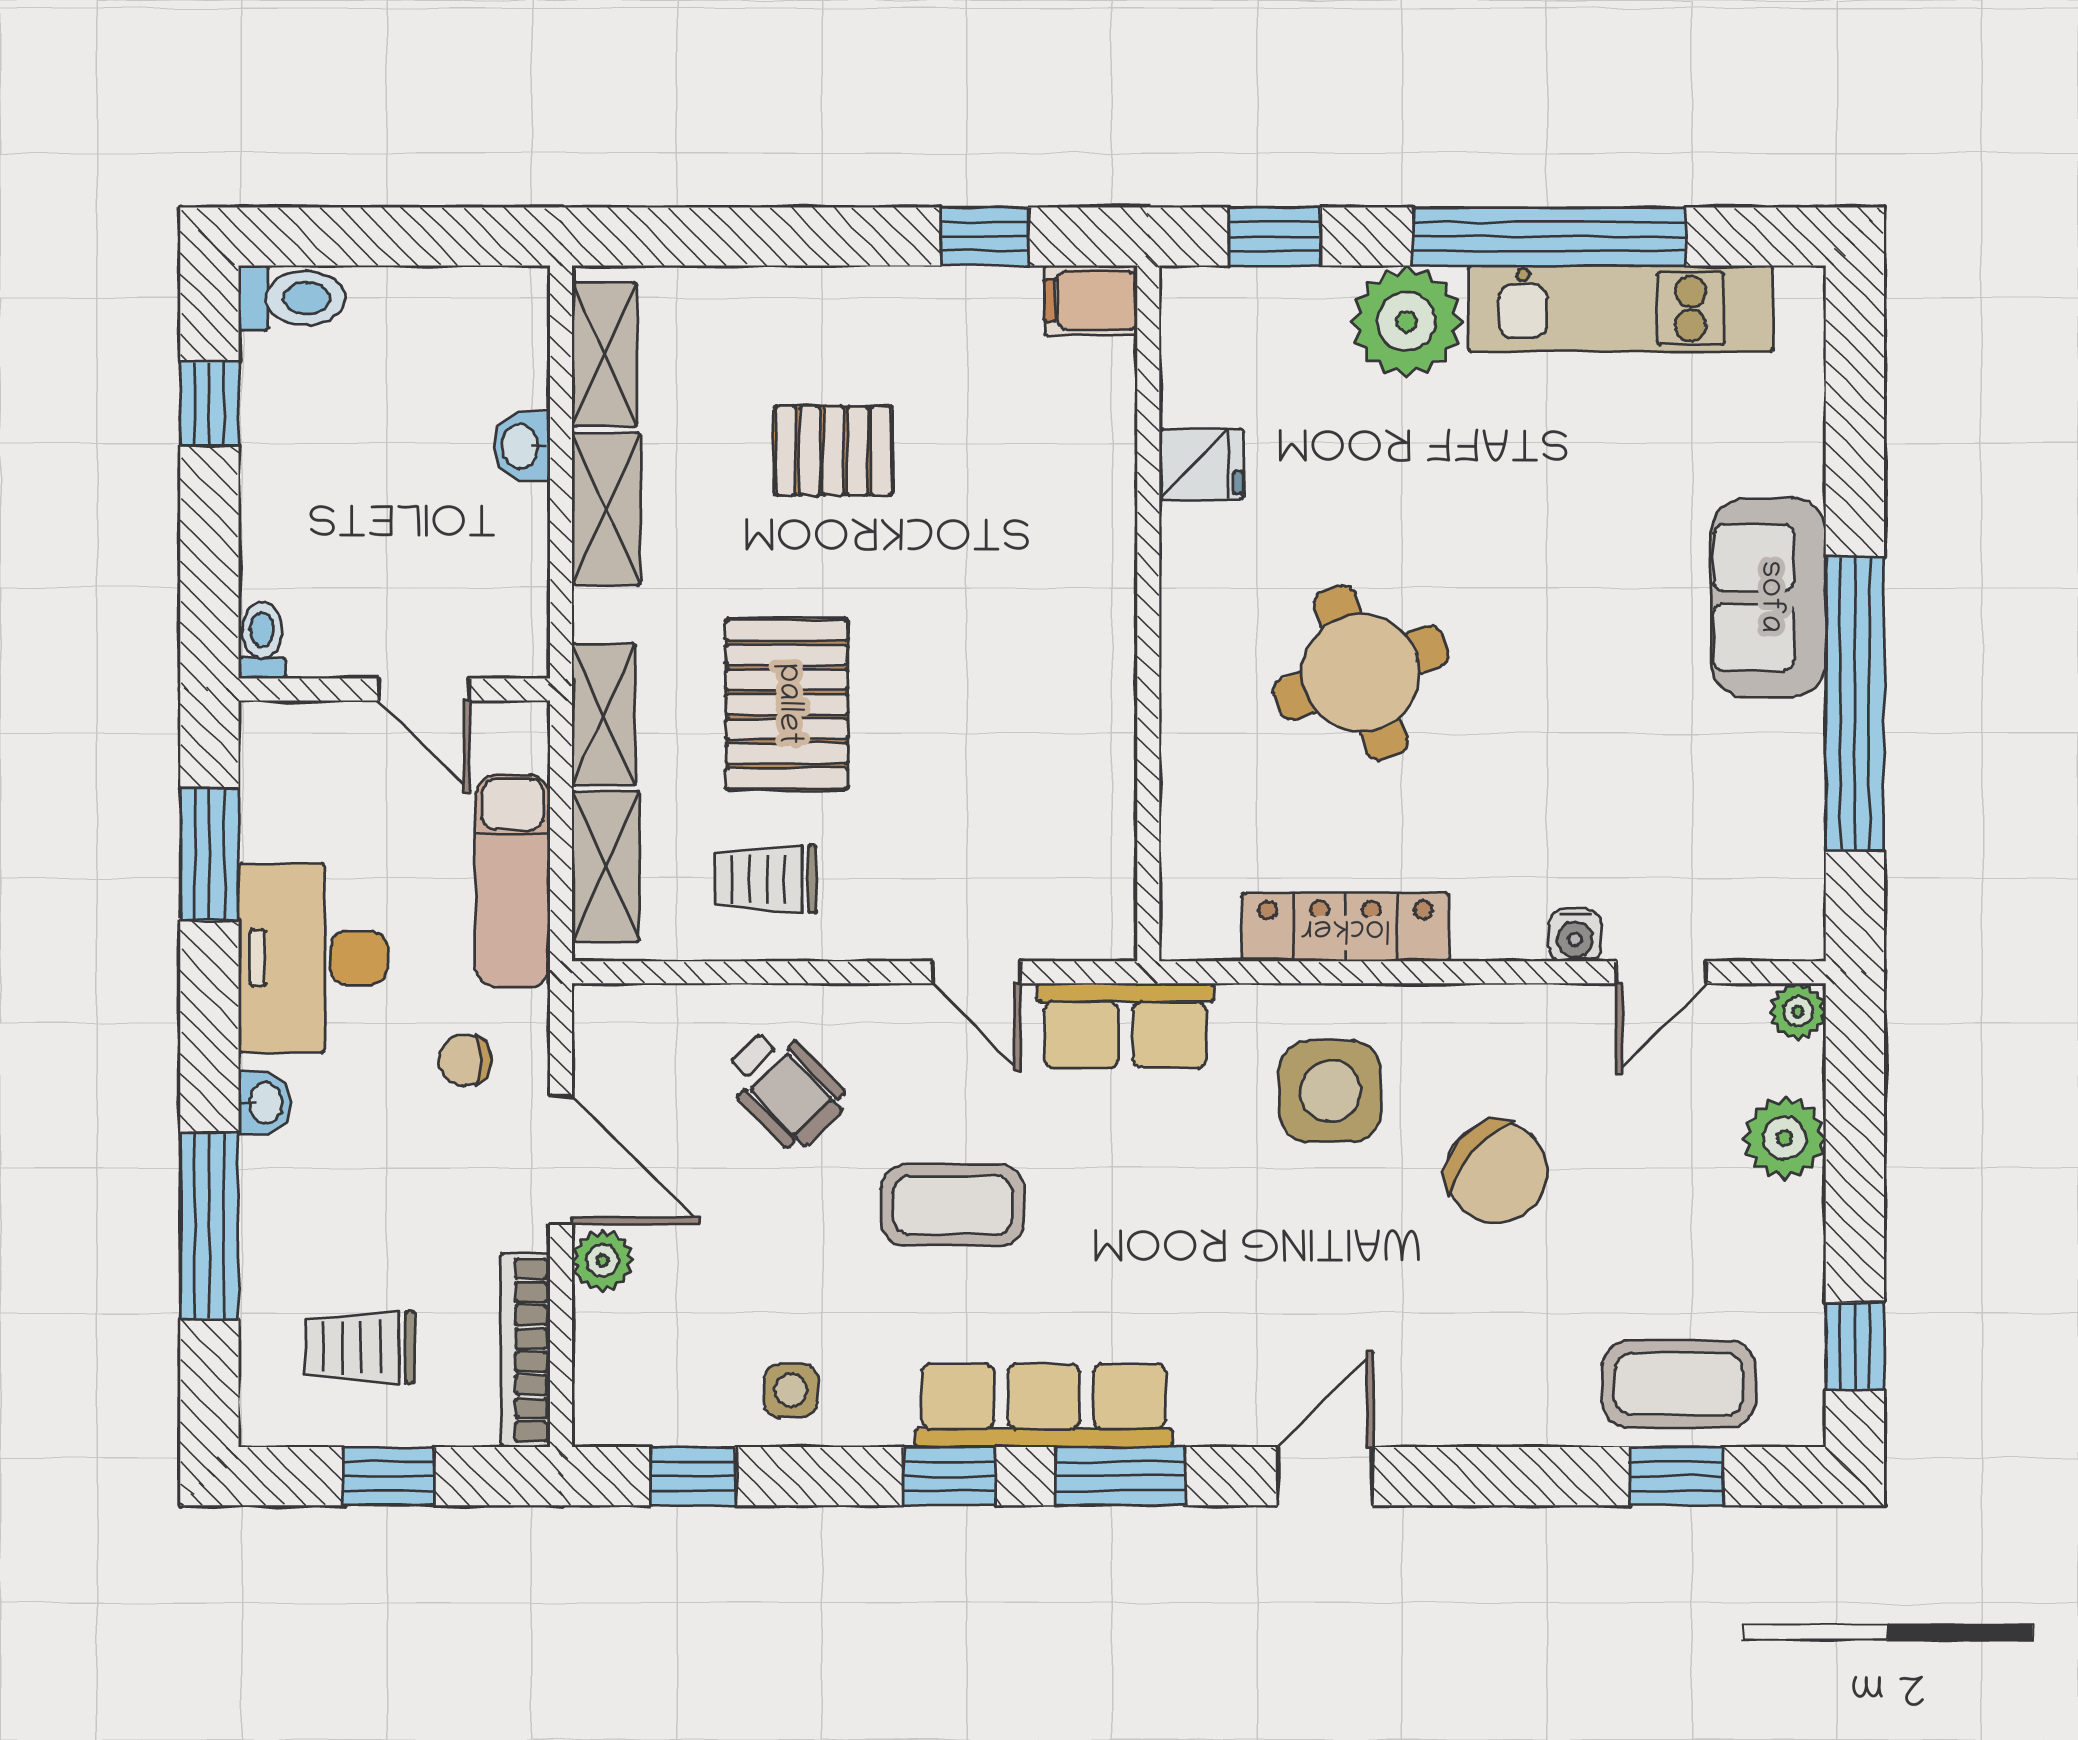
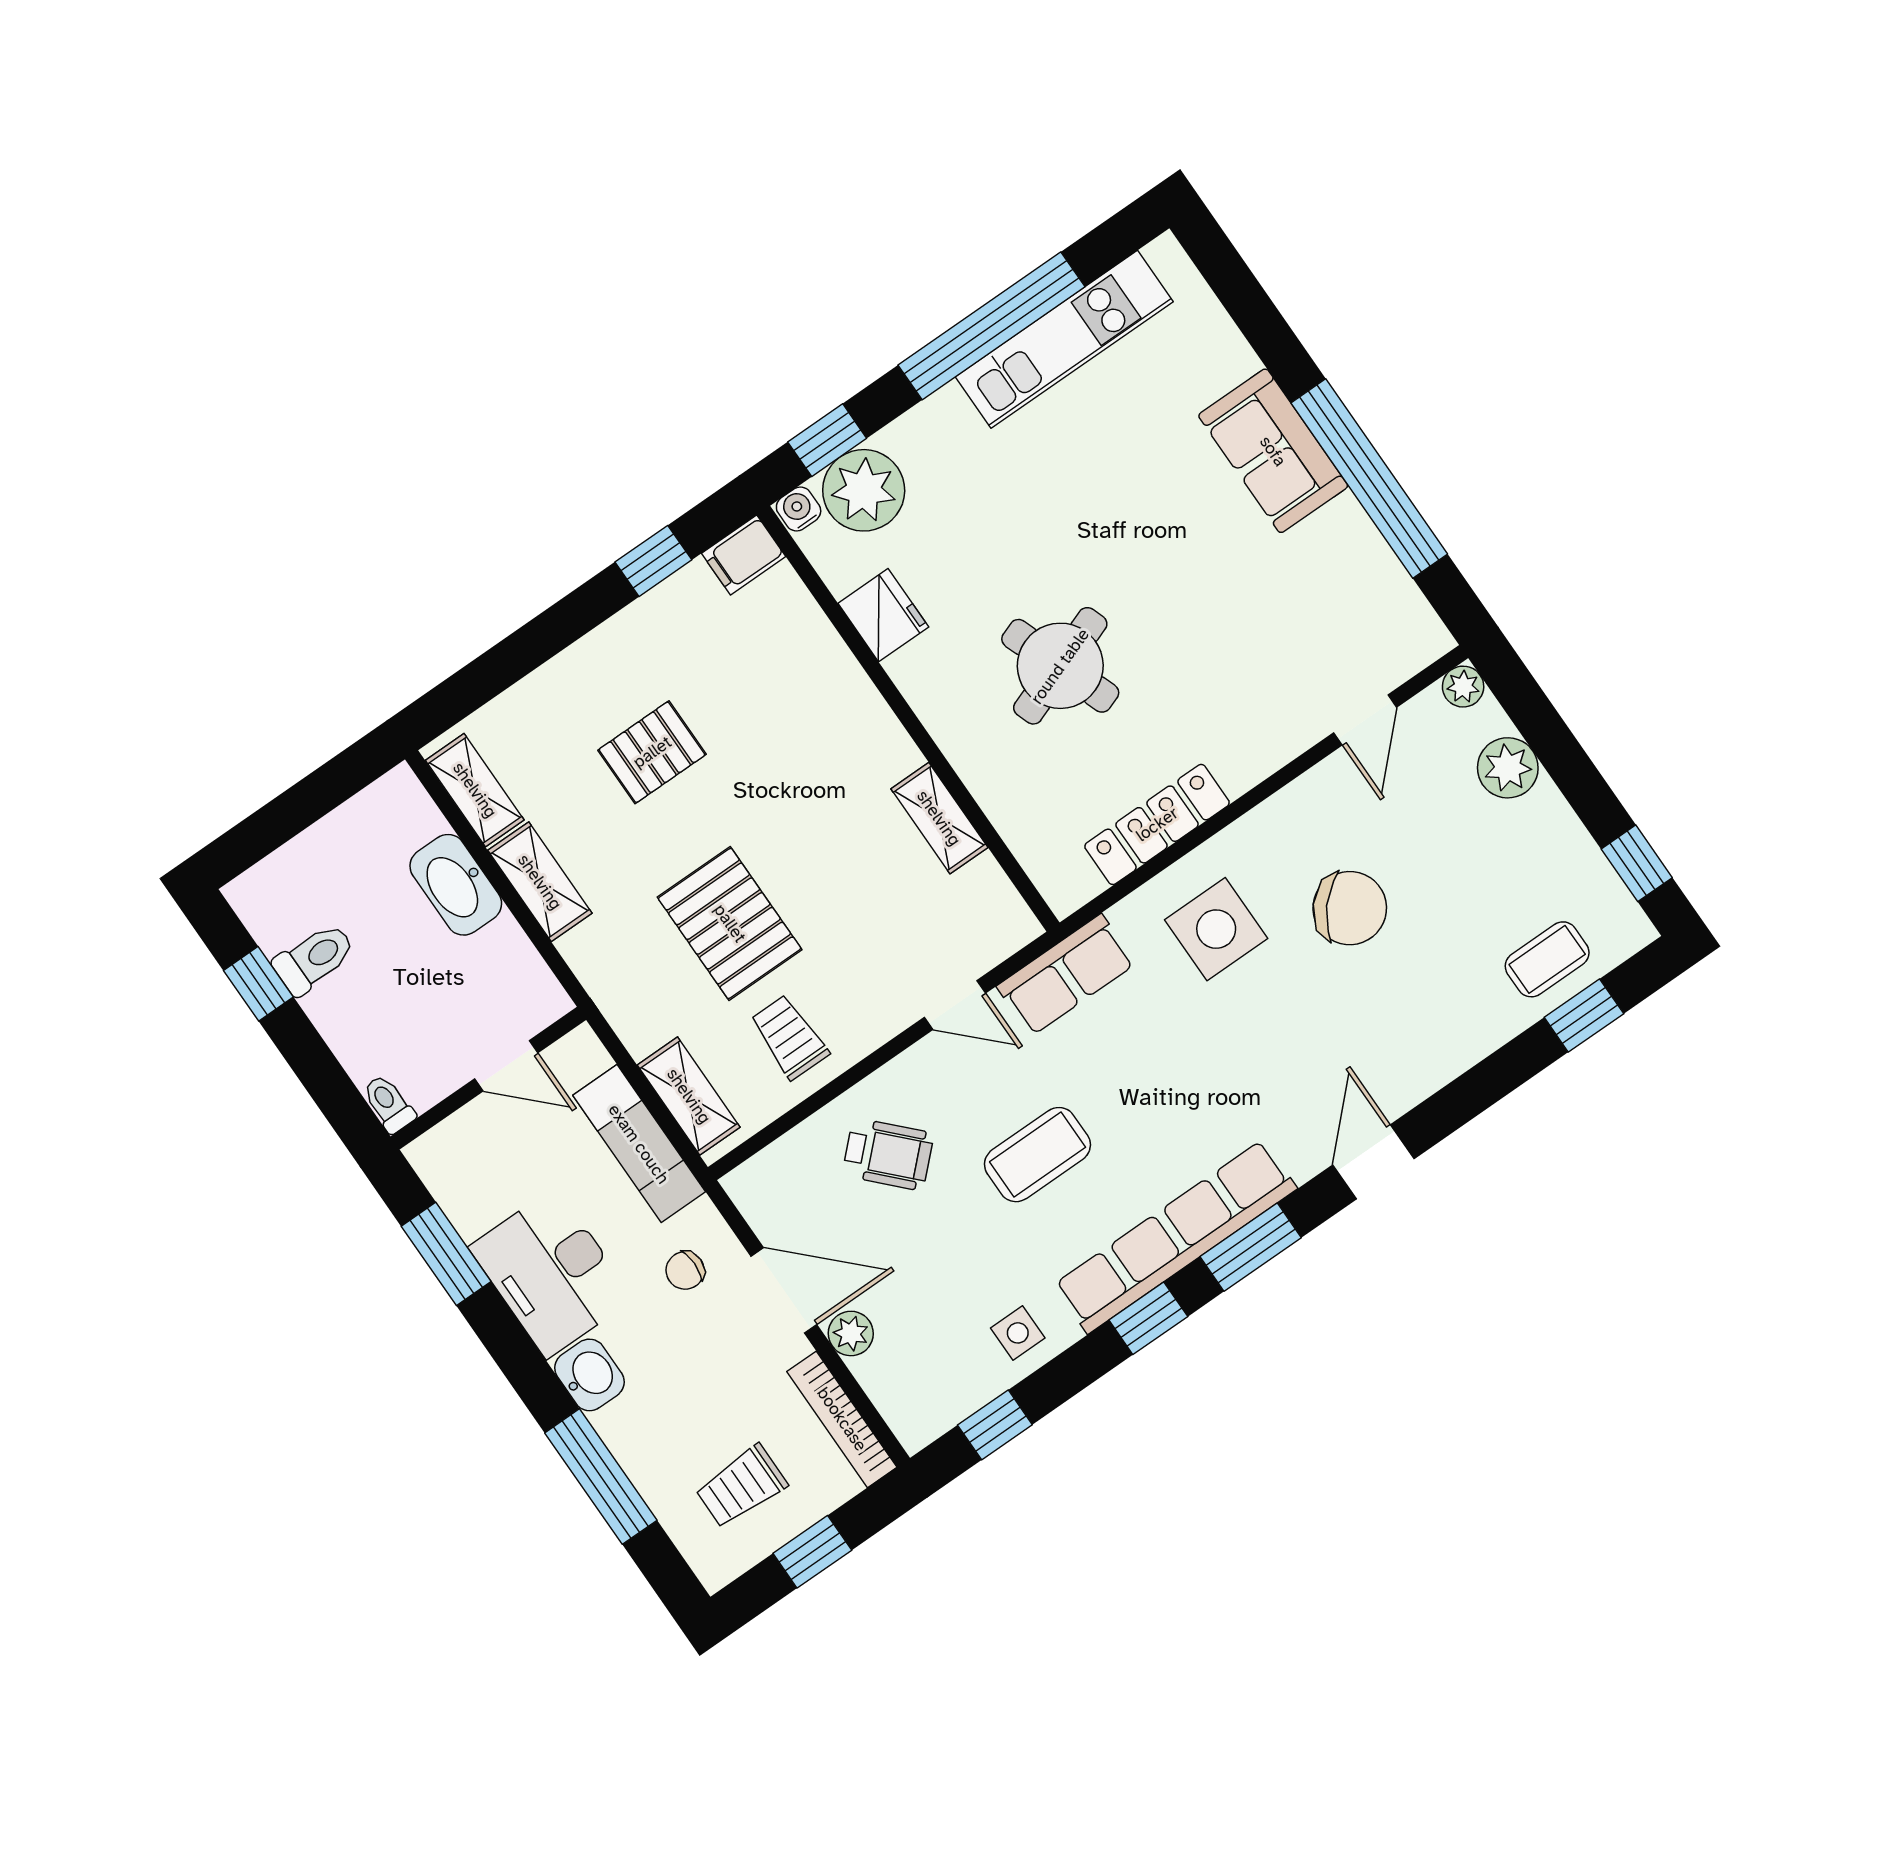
toilet: (292, 298) -> (314, 959), moved
plant: (1406, 322) -> (864, 490), moved
washbasin: (522, 446) -> (456, 885), width x1.91, depth x1.45
fridge: (1201, 464) -> (883, 615), width x1.38
shelving: (604, 715) -> (939, 818), moved
trolley: (765, 879) -> (789, 1037), turned 90
water cooler: (1575, 935) -> (799, 509), moved, turned 180
washbasin: (264, 1103) -> (589, 1375), width x1.38, depth x1.45
coffee table: (1679, 1384) -> (1547, 959), width x0.73, depth x0.77
row of seats: (1044, 1405) -> (1175, 1237), width x1.36

